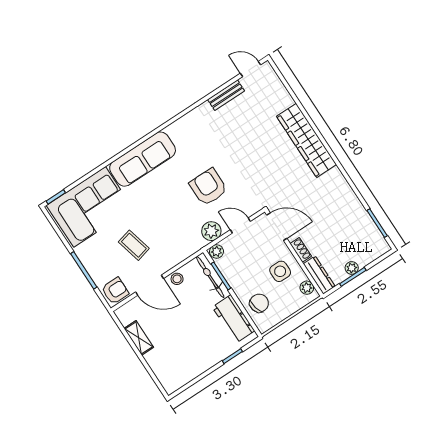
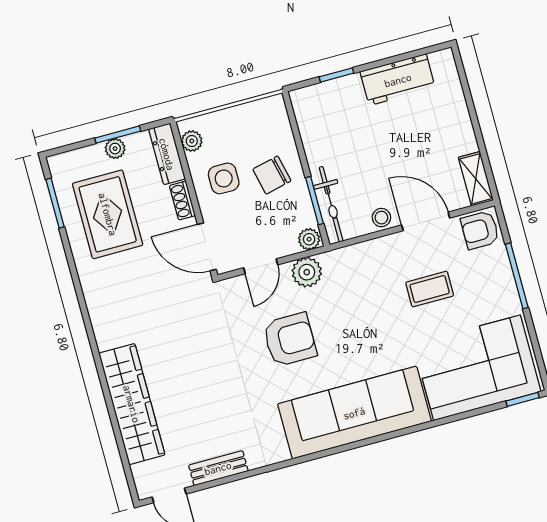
wardrobe: (307, 140) -> (132, 404), moved
sofa: (143, 159) -> (354, 413), width x1.36, depth x1.27
armchair: (208, 187) -> (290, 340), turned -90
door: (240, 226) -> (261, 266), hinge flipped
rug: (343, 227) -> (108, 214), added
coffee table: (134, 245) -> (430, 289), turned -76
chair: (259, 303) -> (272, 175), moved
workbench: (234, 319) -> (398, 80), moved, turned 90
shelving: (139, 338) -> (476, 179), moved

